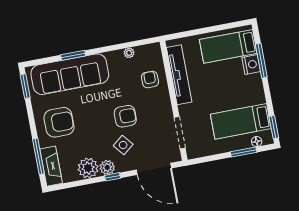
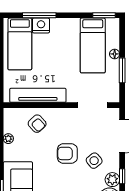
armchair: (150, 79) -> (37, 124), turned -132
armchair: (125, 116) -> (67, 153), turned -90
floor lamp: (257, 142) -> (115, 54), moved
window: (244, 152) -> (122, 70), moved

